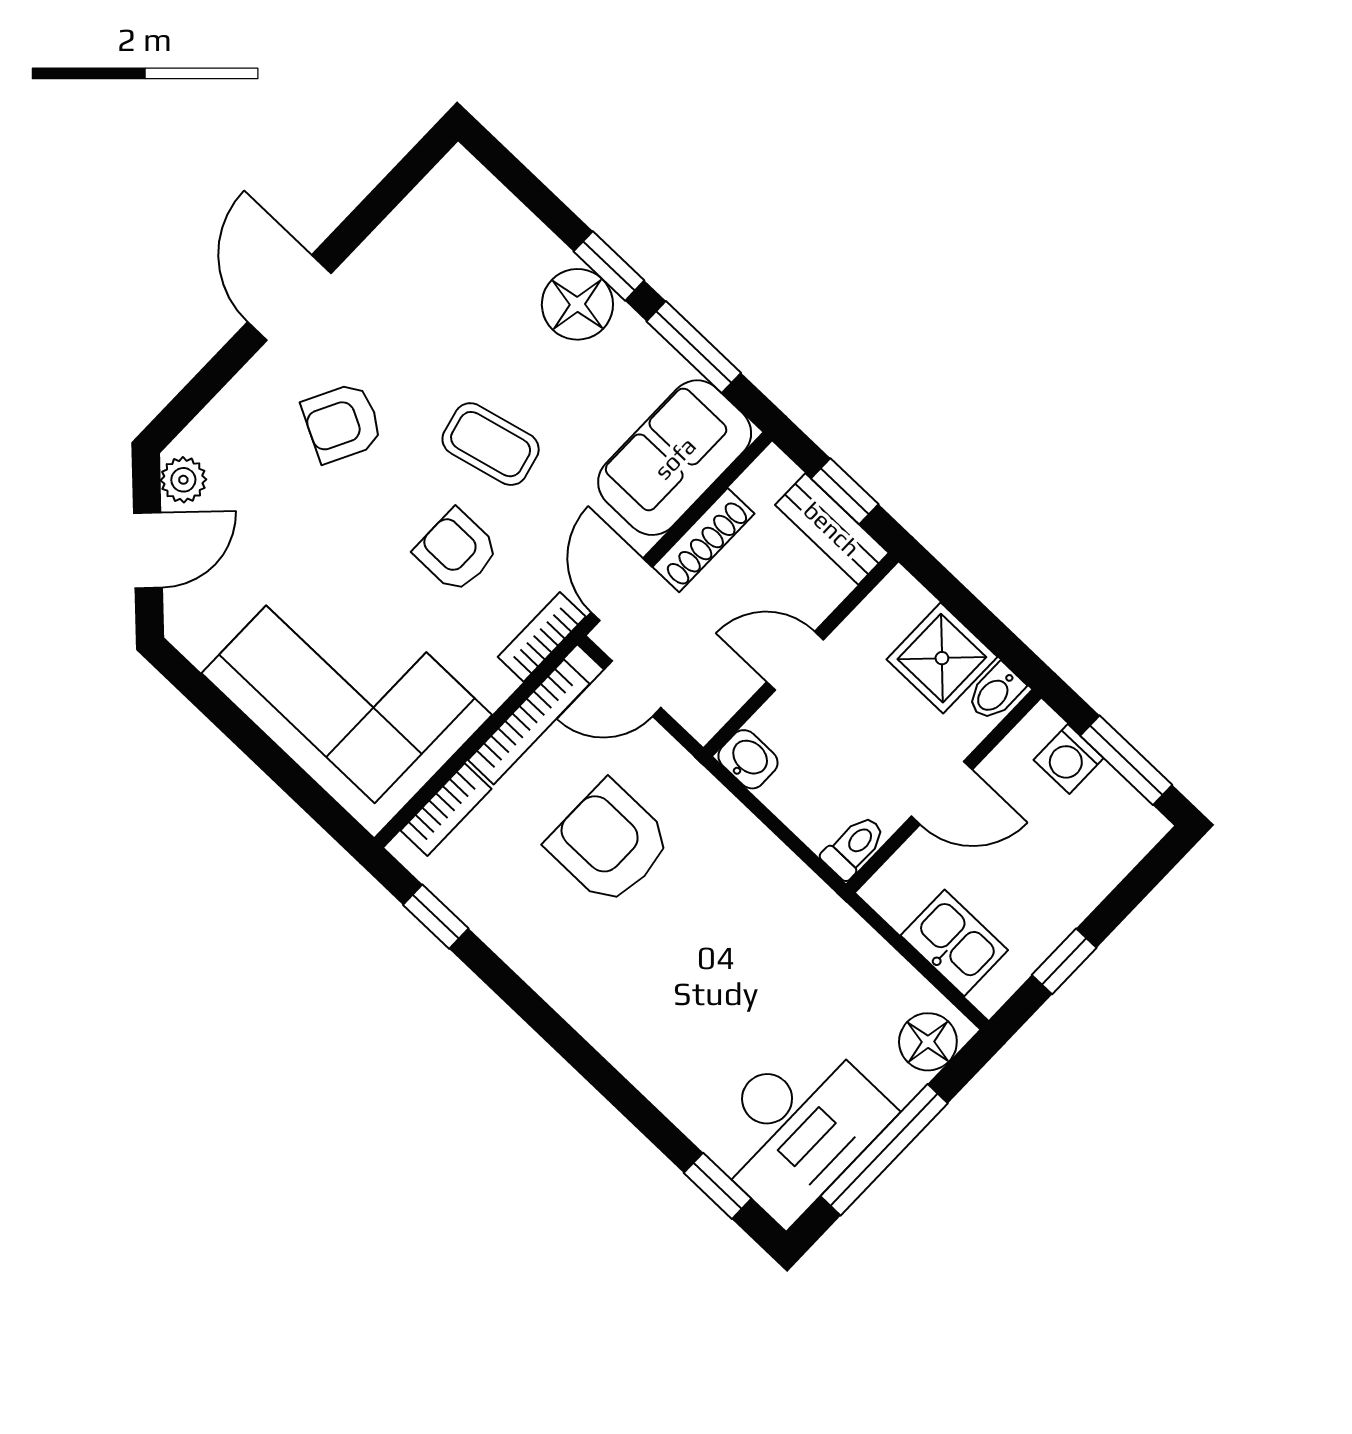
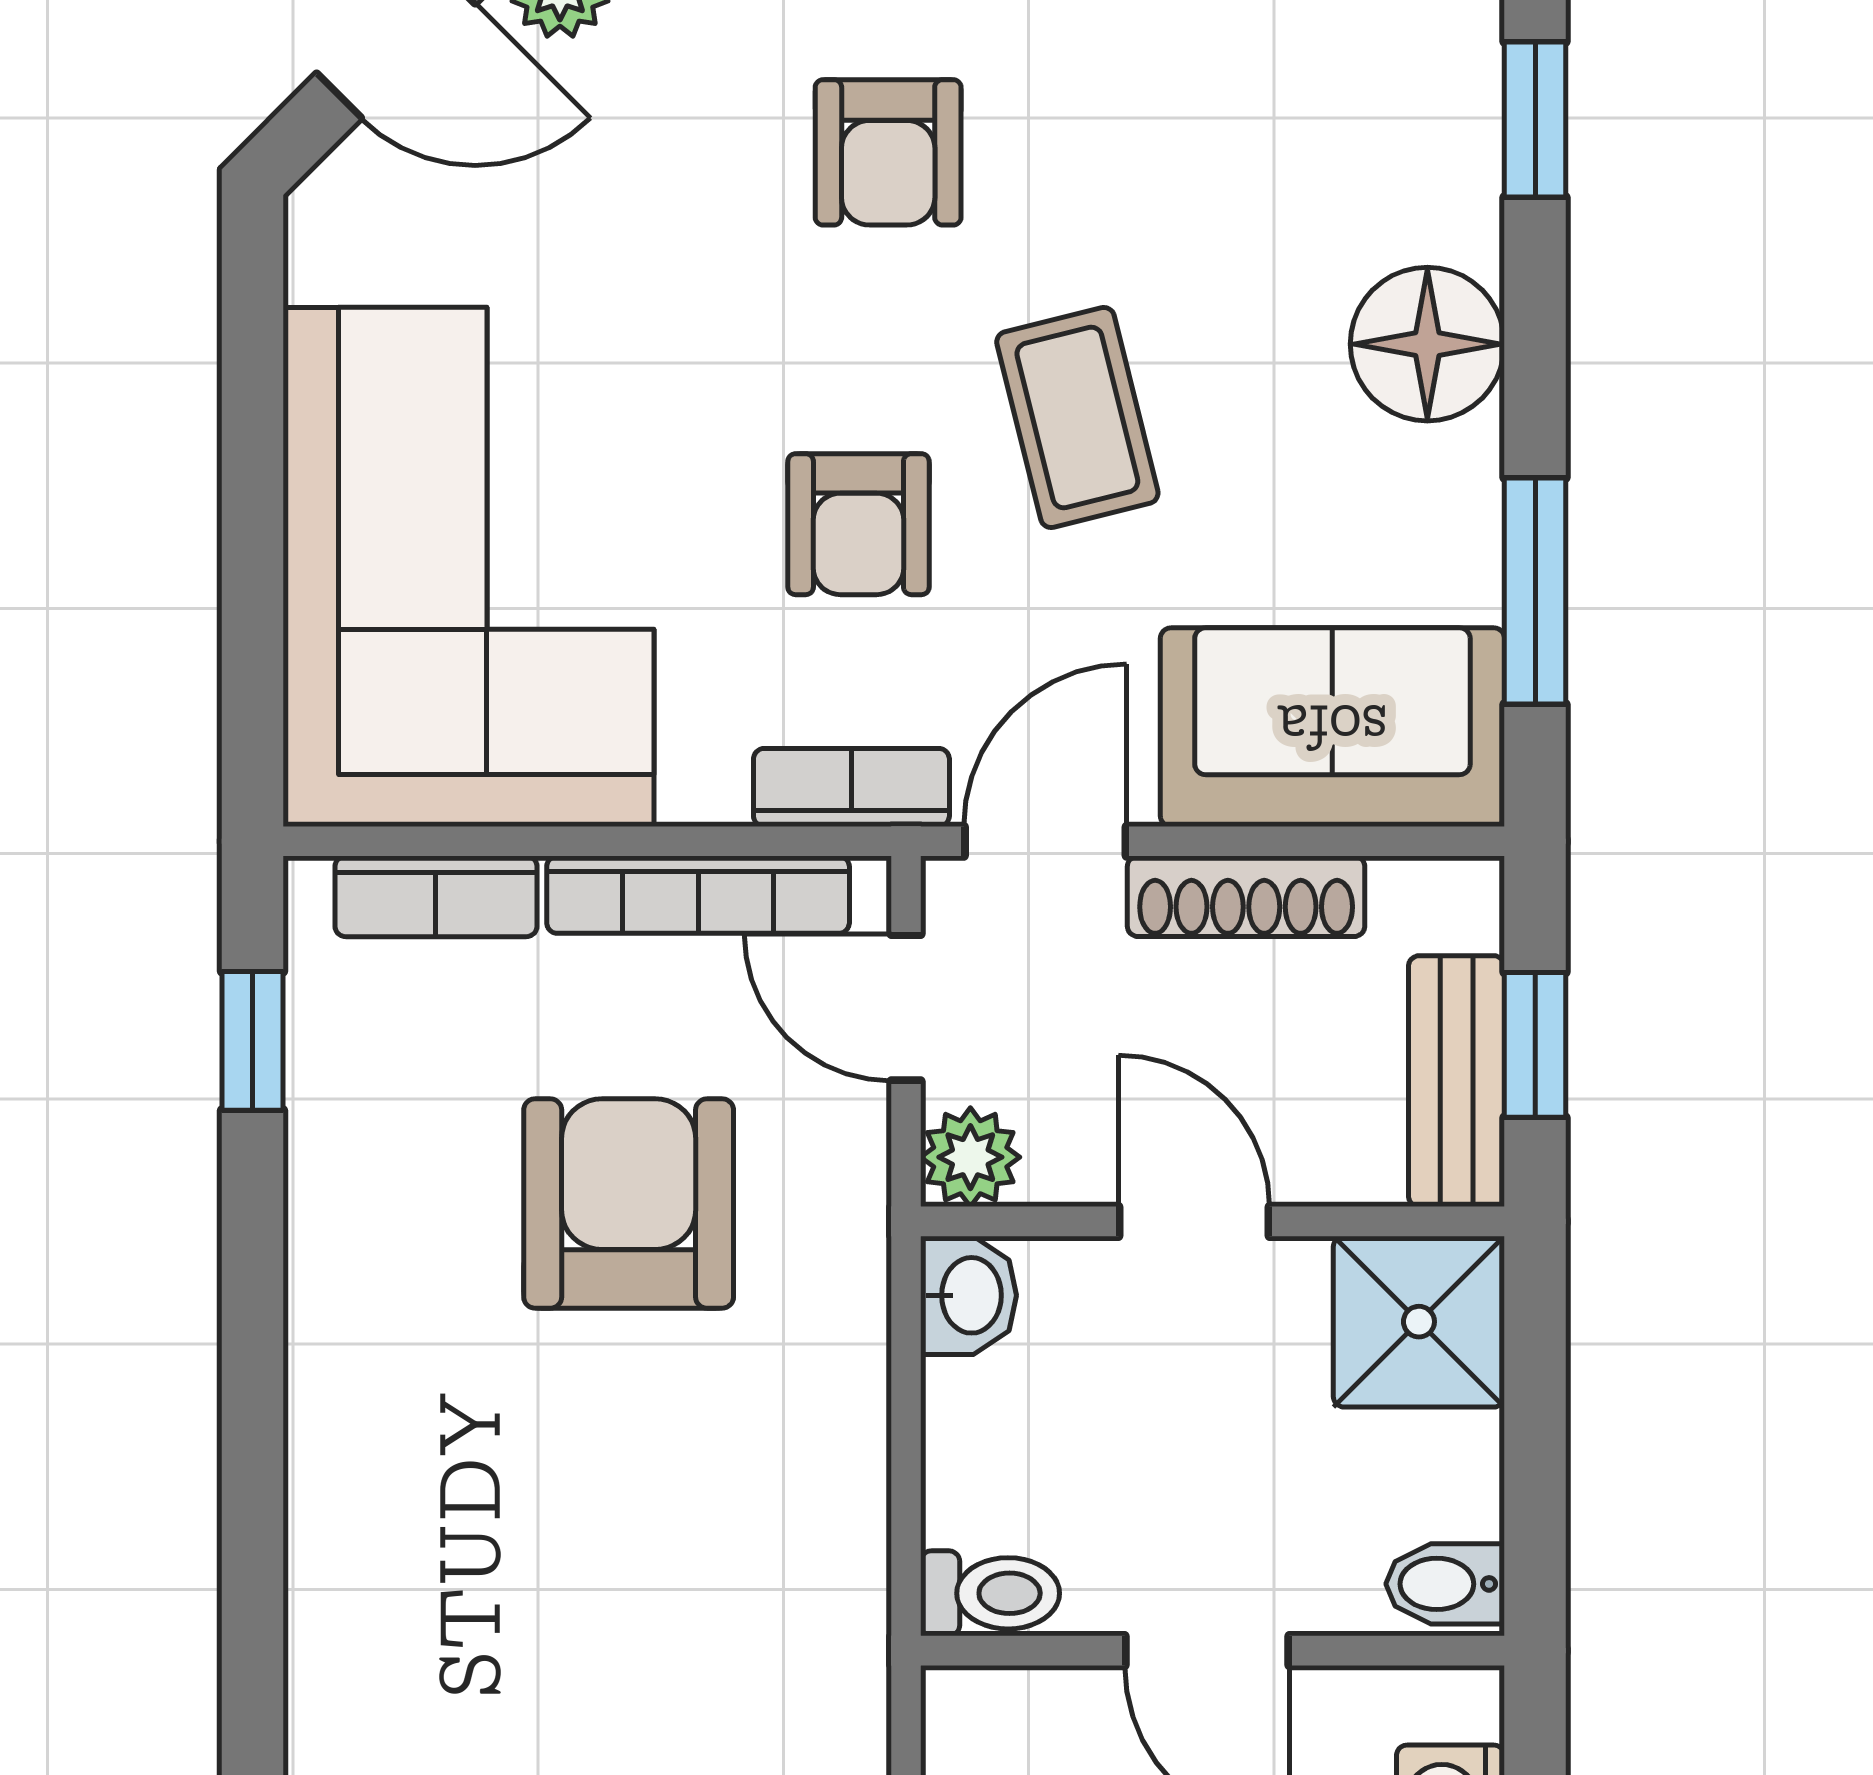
window: (609, 266) -> (1535, 119), moved
armchair: (342, 423) -> (888, 152), turned -117
armchair: (457, 551) -> (858, 524), turned 180
shower: (942, 658) -> (1419, 1322), moved
plant: (703, 715) -> (970, 1157), added

